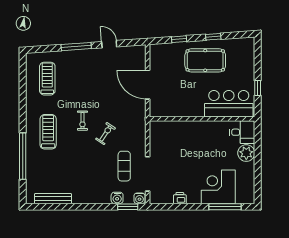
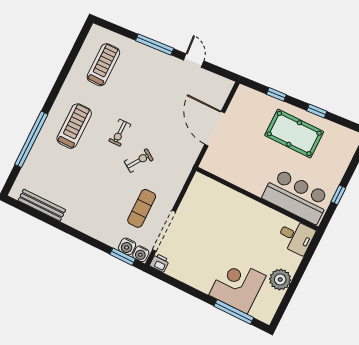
plant: (246, 153) -> (280, 279), moved
water cooler: (117, 198) -> (127, 246), moved
printer: (180, 198) -> (159, 263), moved

